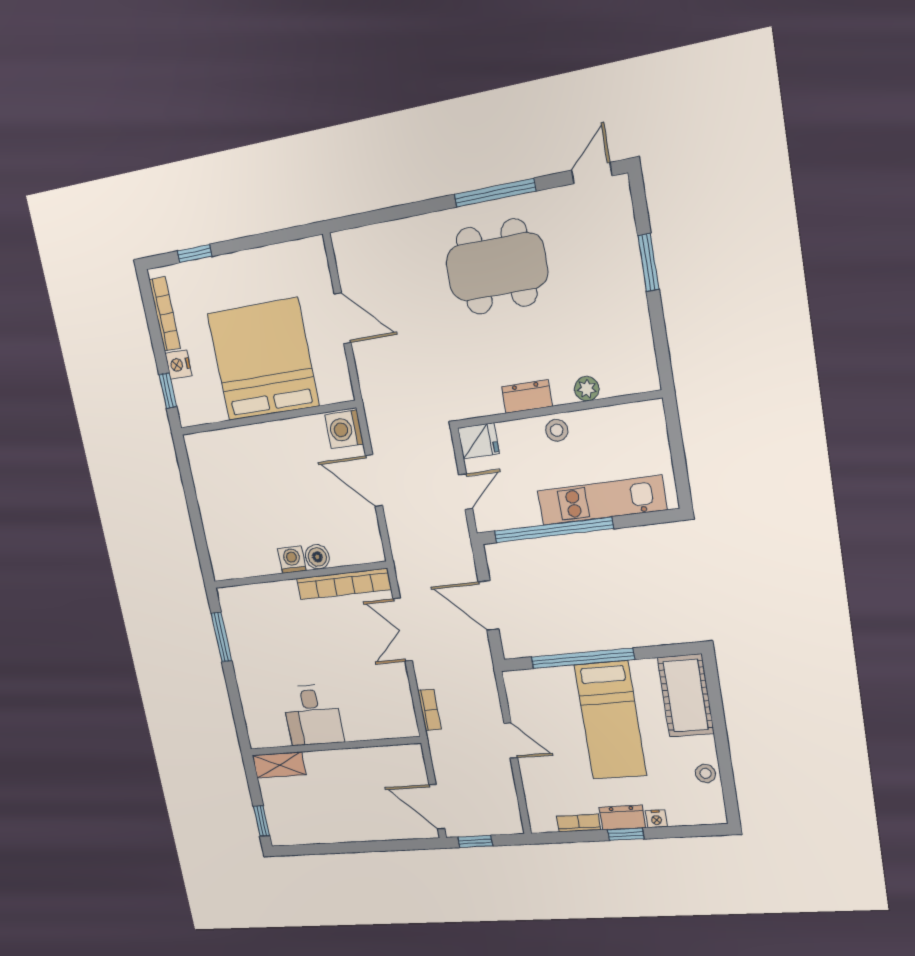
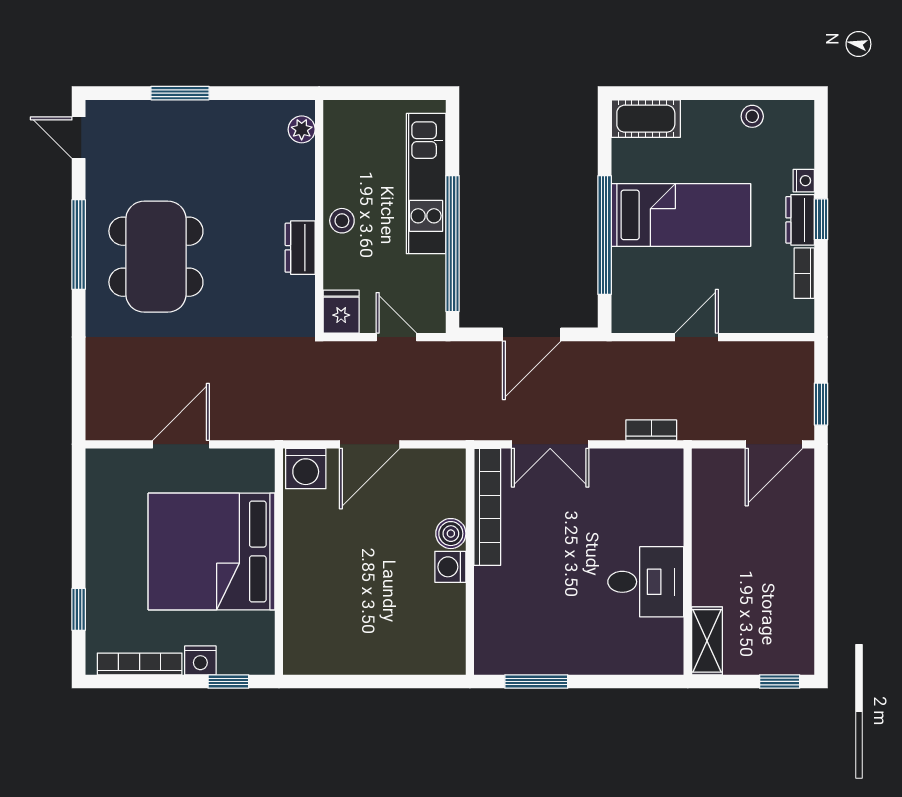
plant: (587, 389) -> (302, 129), moved
cot: (686, 696) -> (646, 119), width x0.73, depth x0.75

